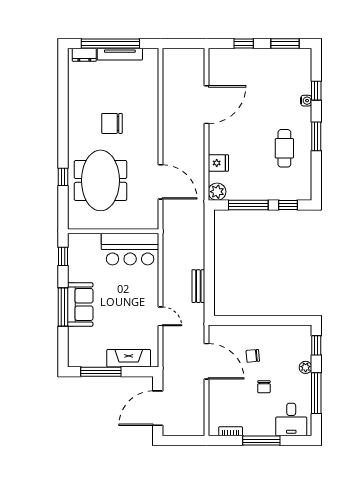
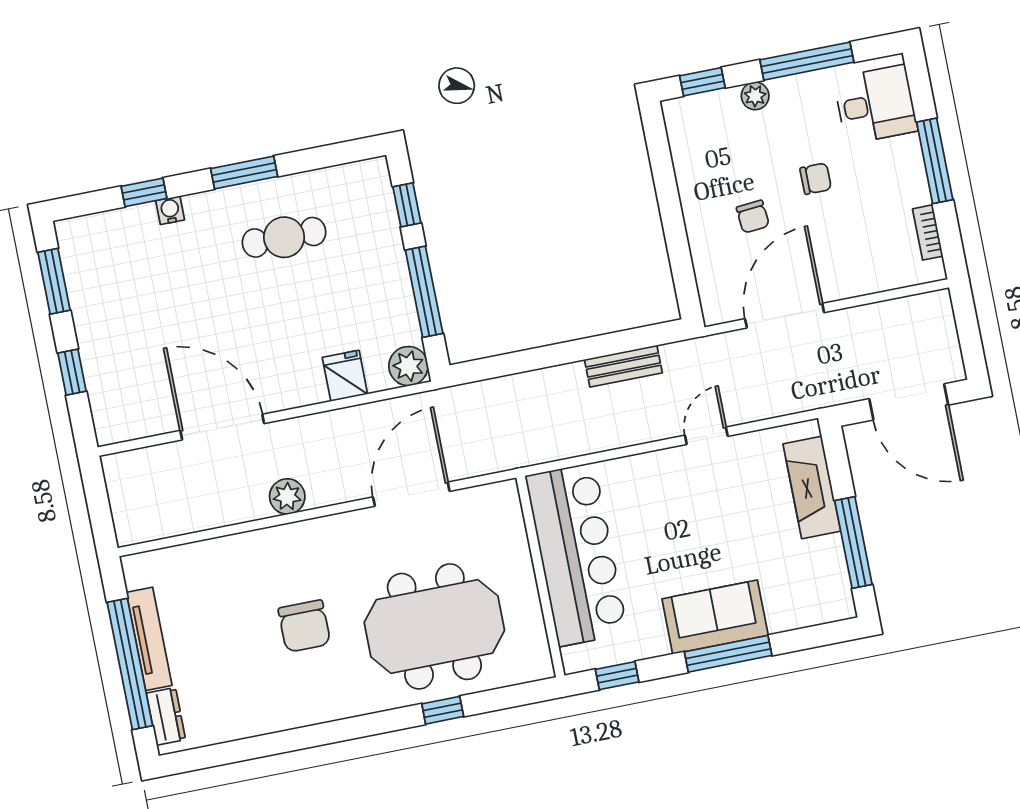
plant: (170, 127) -> (287, 496), added
bar counter: (130, 249) -> (576, 555), width x1.36

